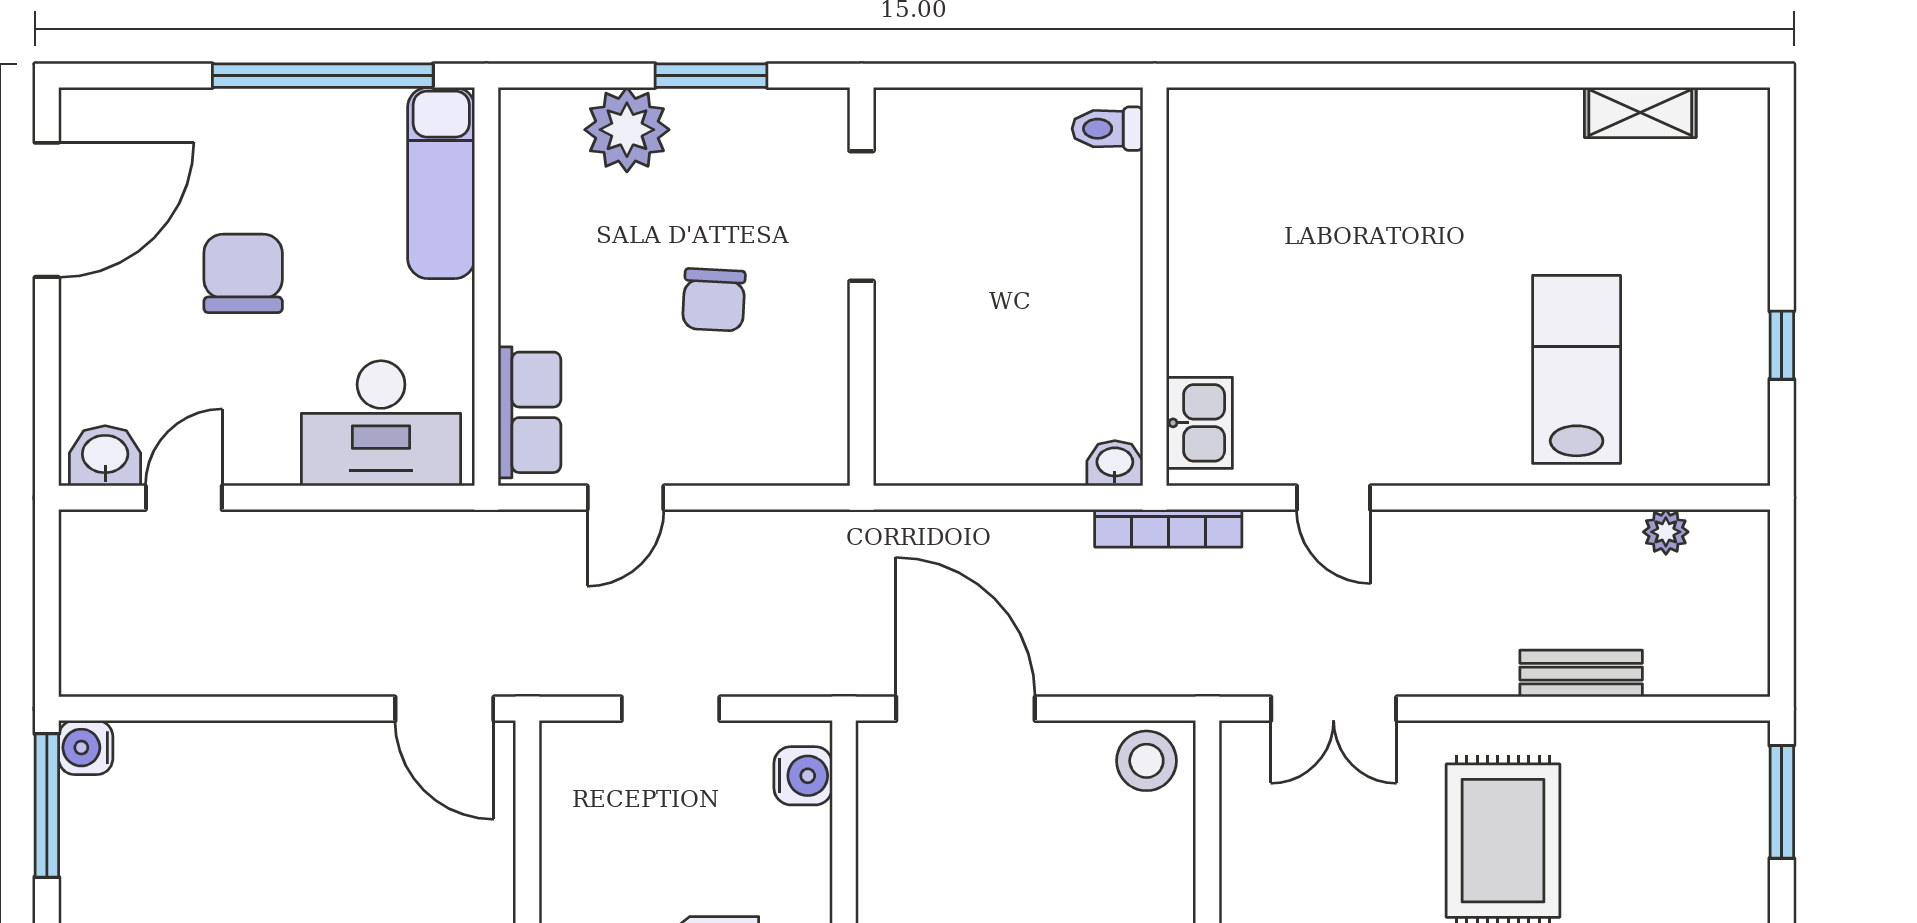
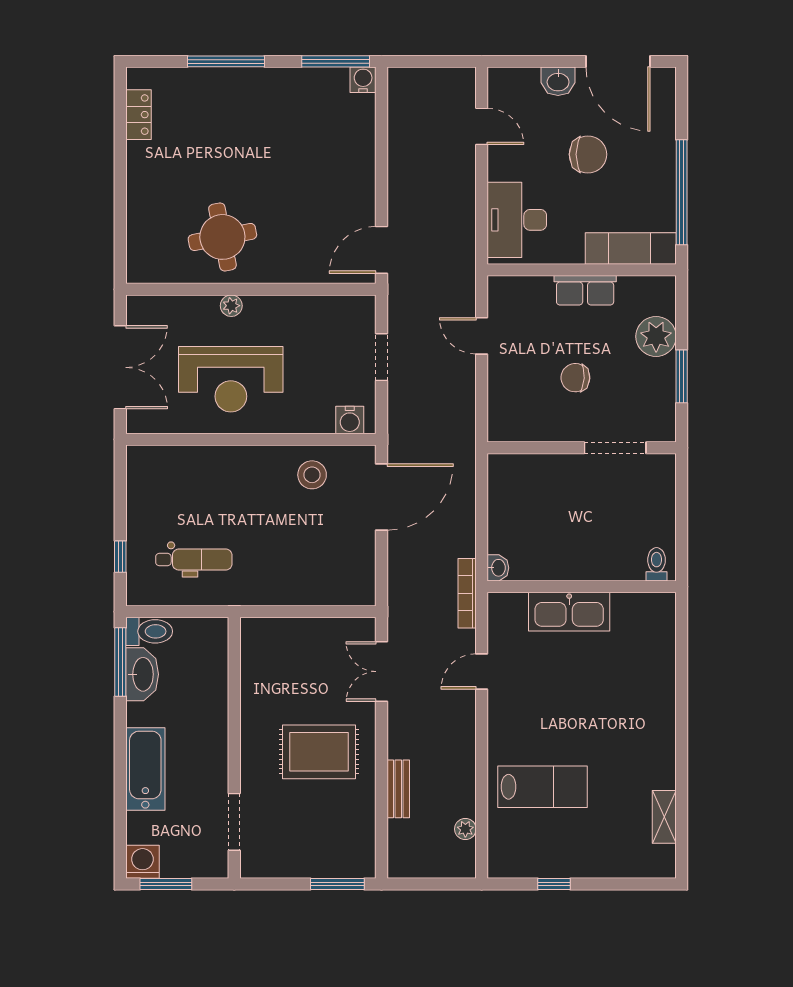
row of seats: (529, 412) -> (585, 290), moved
kitchen sink: (1199, 423) -> (569, 612), moved, width x1.87, depth x1.24
washbasin: (105, 456) -> (558, 81), moved, turned 90
stool: (1146, 761) -> (312, 475), moved

